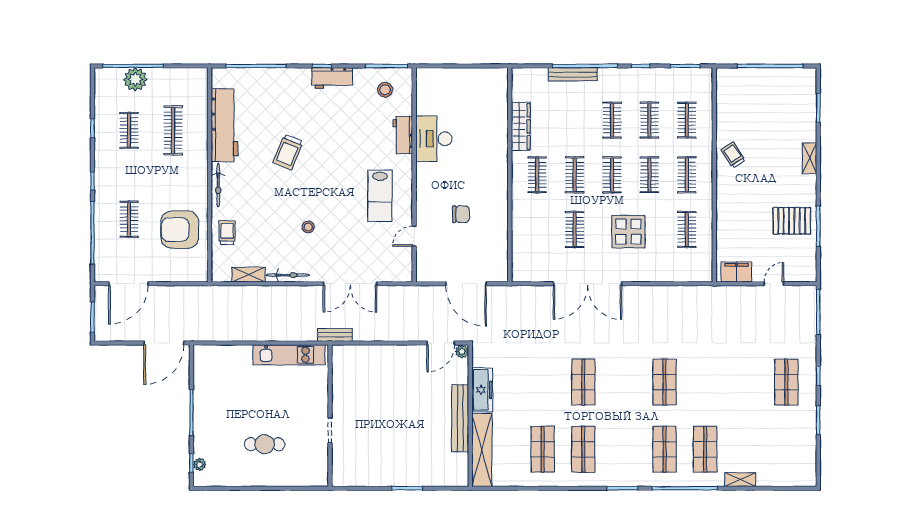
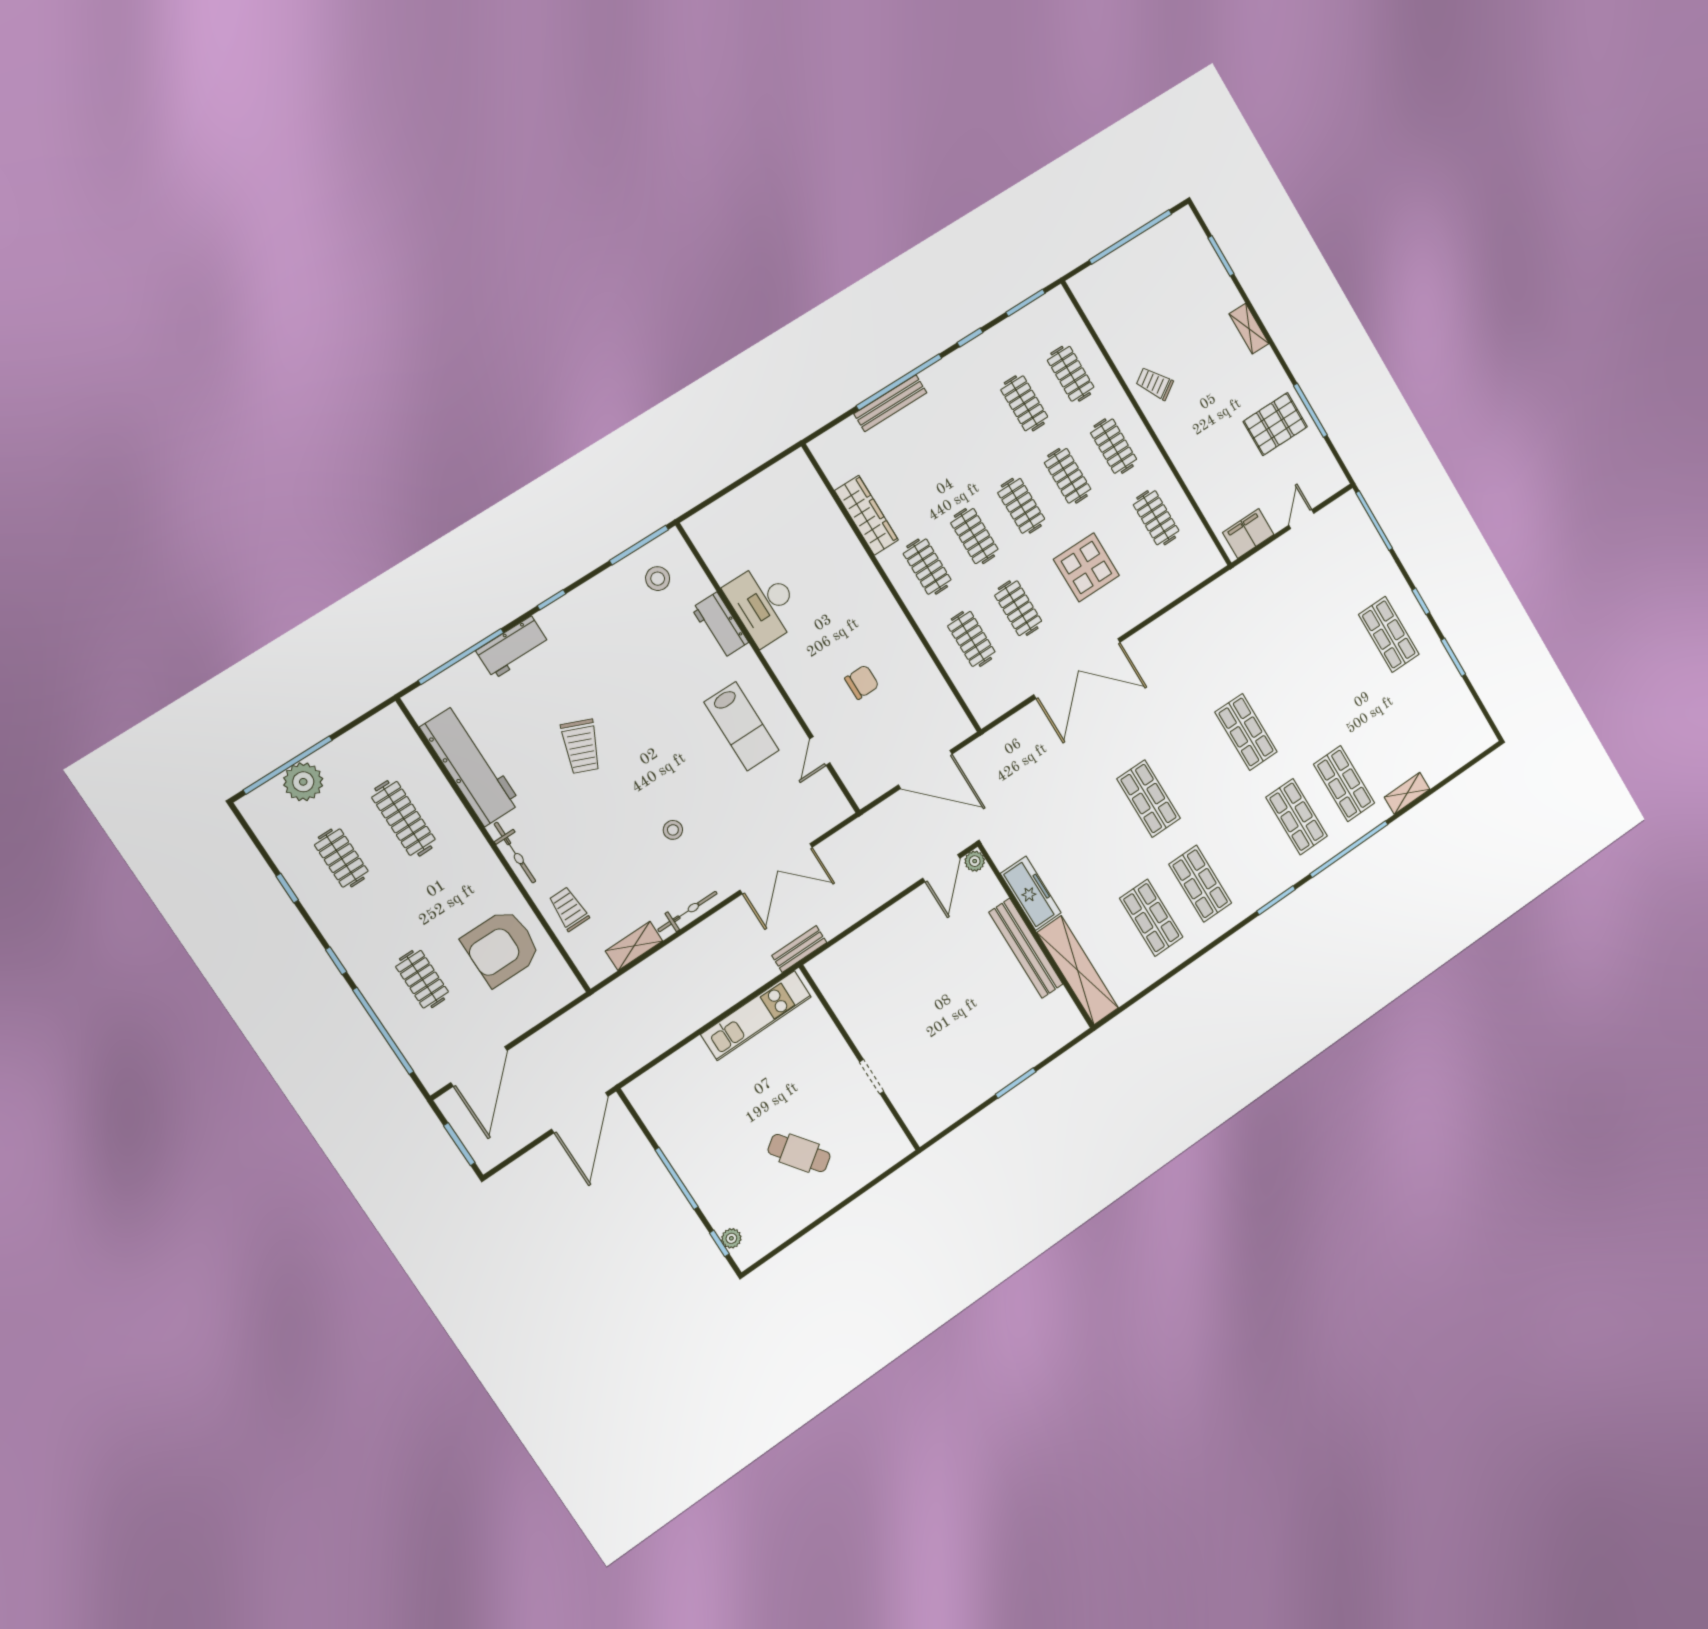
workbench: (332, 78) -> (513, 648), moved
clothes rail: (612, 120) -> (971, 639), moved
cafe table: (265, 444) -> (799, 1153), turned 54

